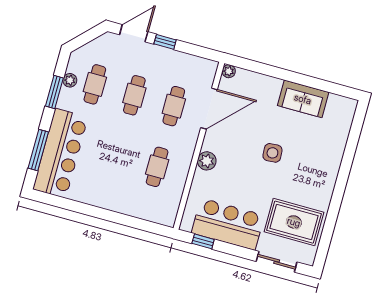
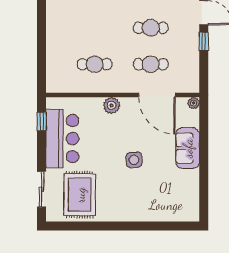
sofa: (303, 99) -> (188, 148), moved

